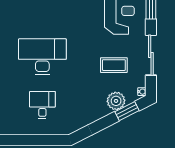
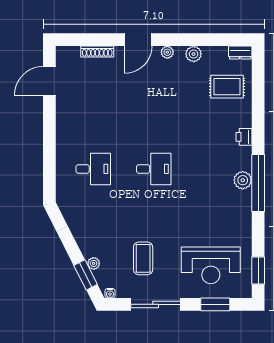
desk: (42, 57) -> (154, 169), width x0.53, depth x0.77
plant: (116, 101) -> (94, 263), width x0.53, depth x0.53

